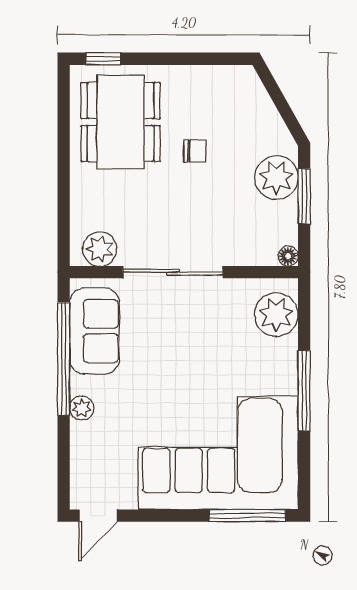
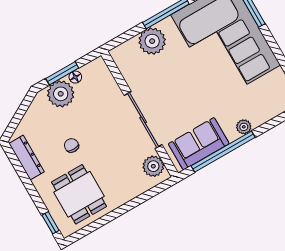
dresser: (215, 78) -> (27, 158), added
dining table: (121, 122) -> (79, 194), width x0.73
floor lamp: (288, 256) -> (75, 77), moved
plant: (276, 314) -> (152, 41), moved

